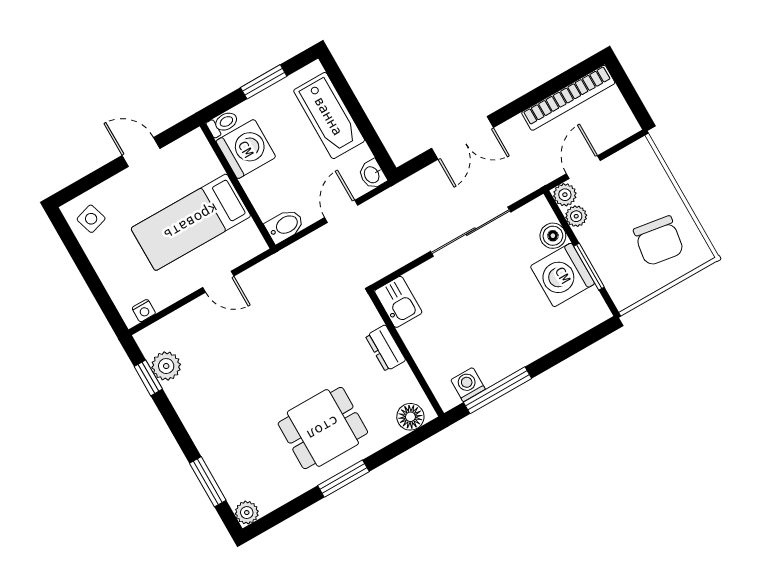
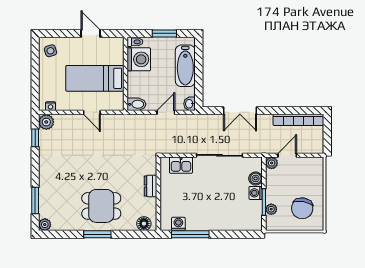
plant: (576, 216) -> (271, 209), moved
washing machine: (563, 275) -> (256, 193), width x0.53, depth x0.53
kitchen sink: (398, 302) -> (181, 165), moved, turned 90
plant: (166, 366) -> (46, 122), moved

